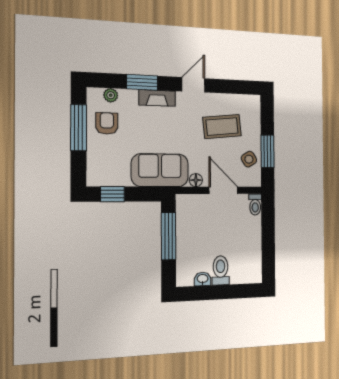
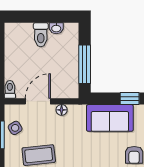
sofa: (160, 170) -> (110, 118), moved
door: (223, 190) -> (38, 101), swing flipped

